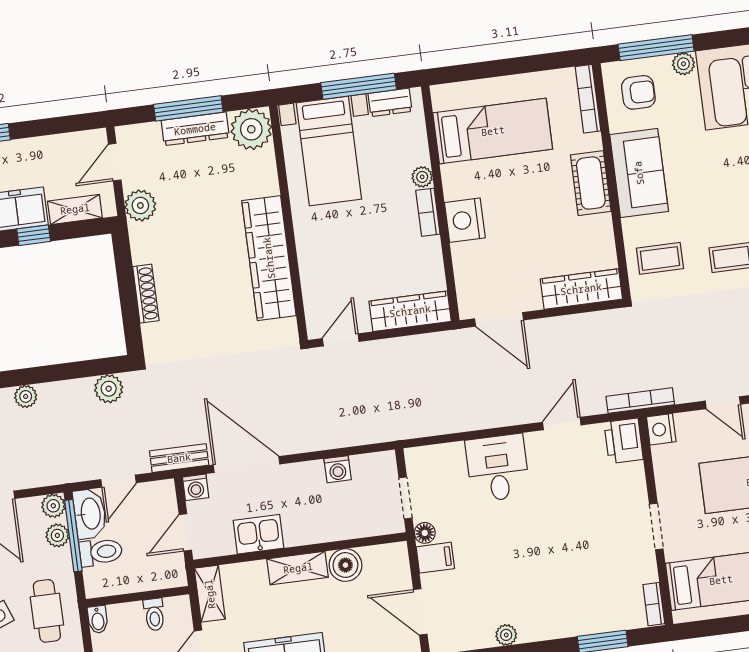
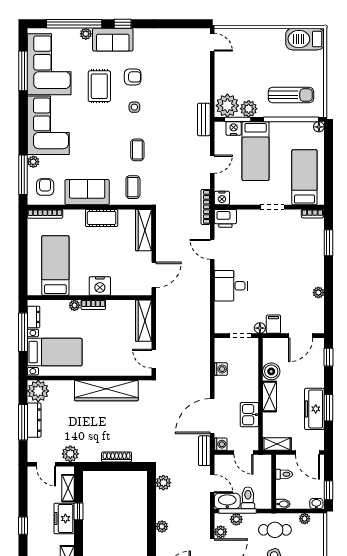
cot: (591, 183) -> (102, 218), moved
plant: (53, 506) -> (221, 532), moved

